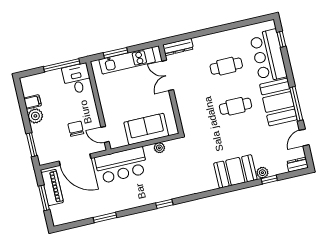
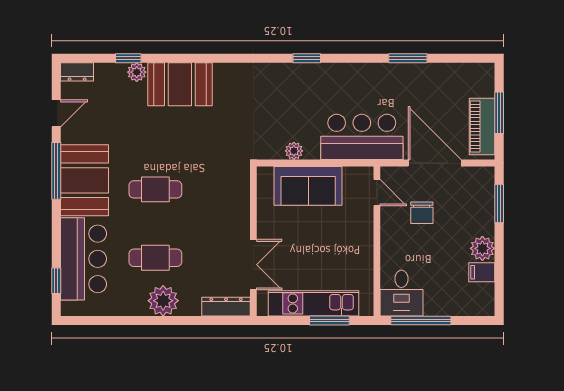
plant: (216, 42) -> (163, 301), added

